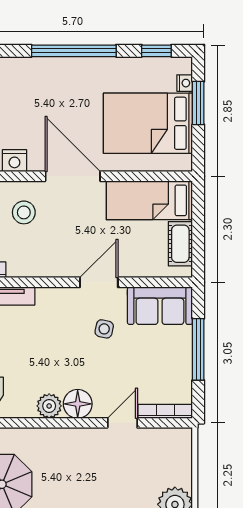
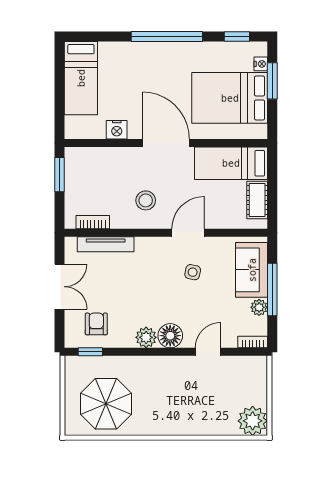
stool: (24, 212) -> (146, 200), moved
sofa: (160, 306) -> (252, 270), moved, turned 90
plant: (183, 370) -> (259, 307), added
bookcase: (165, 411) -> (253, 342), width x0.64

